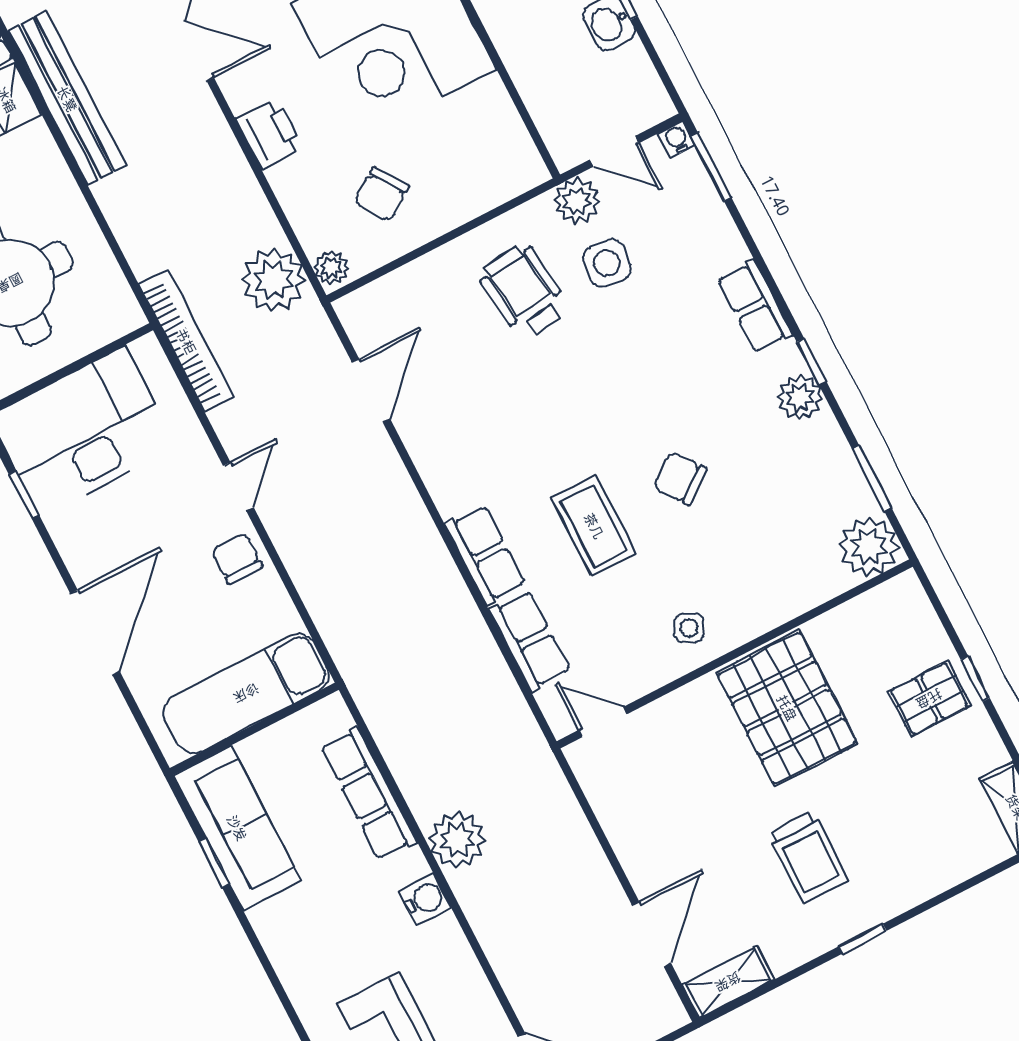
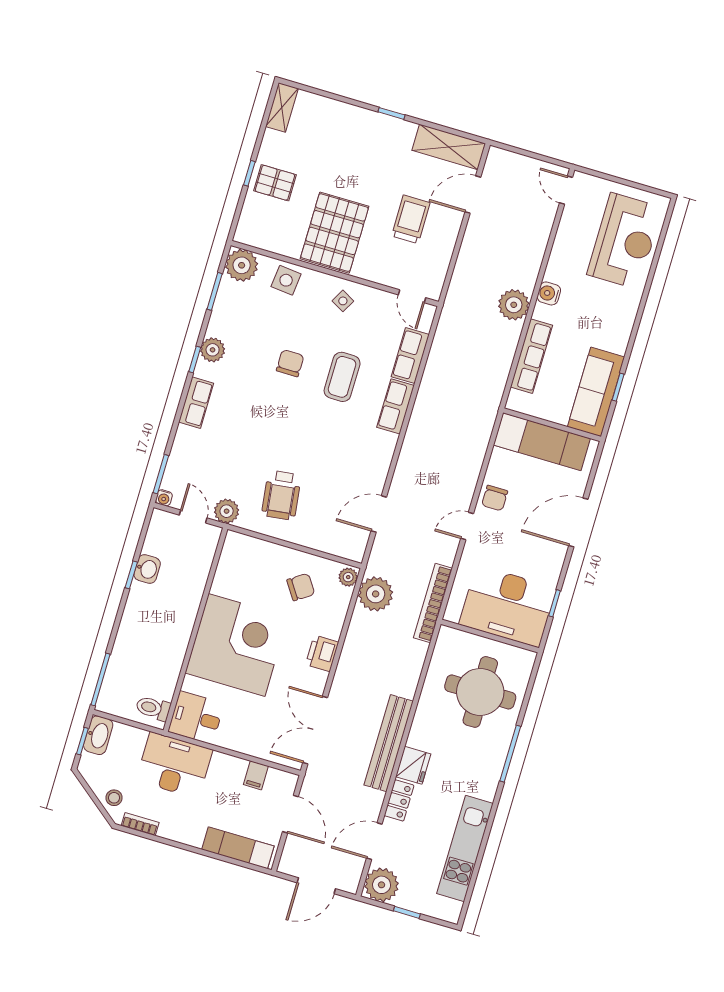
side table: (607, 263) -> (286, 280), moved
chair: (680, 478) -> (290, 363), turned -143
trolley: (808, 857) -> (411, 219), moved
shelving: (728, 982) -> (449, 147), width x1.50, depth x1.33

